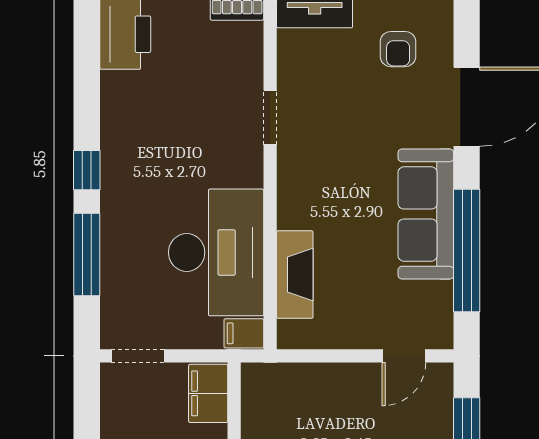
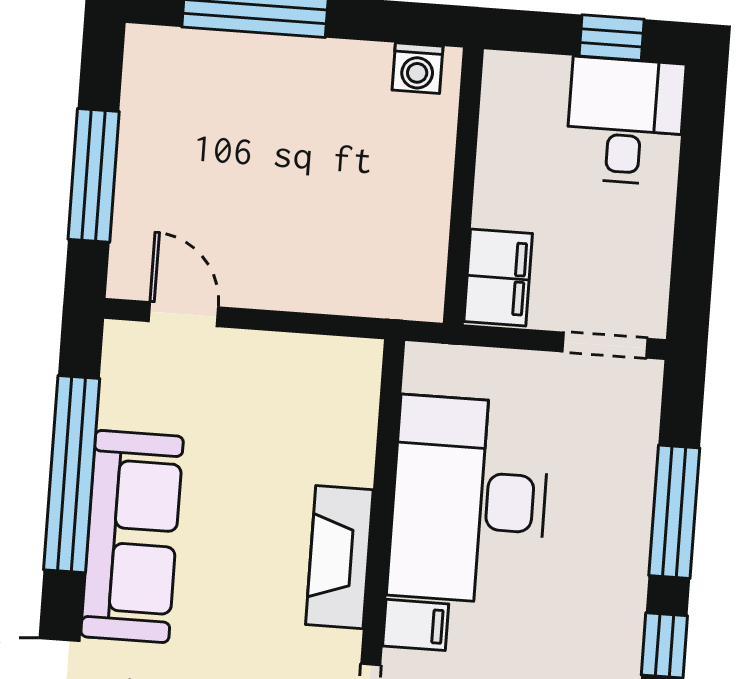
fireplace: (295, 275) -> (339, 557), moved
filing cabinet: (244, 333) -> (416, 625), moved
door: (404, 356) -> (183, 314), hinge flipped

